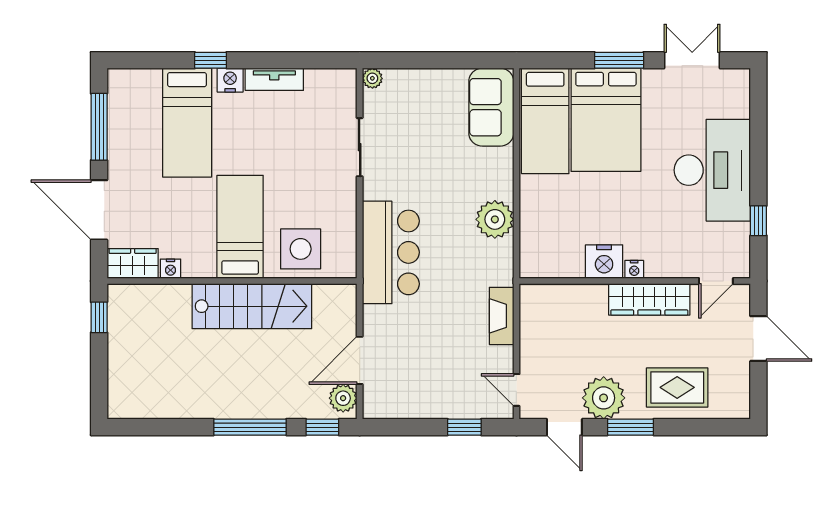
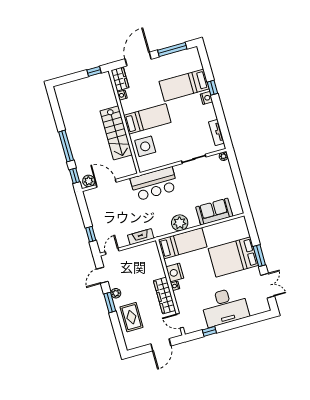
tv unit: (274, 79) -> (216, 132), moved
sofa: (491, 107) -> (214, 212), moved
bed: (545, 121) -> (183, 243), moved, turned 180
plant: (604, 398) -> (116, 293), width x0.53, depth x0.53

